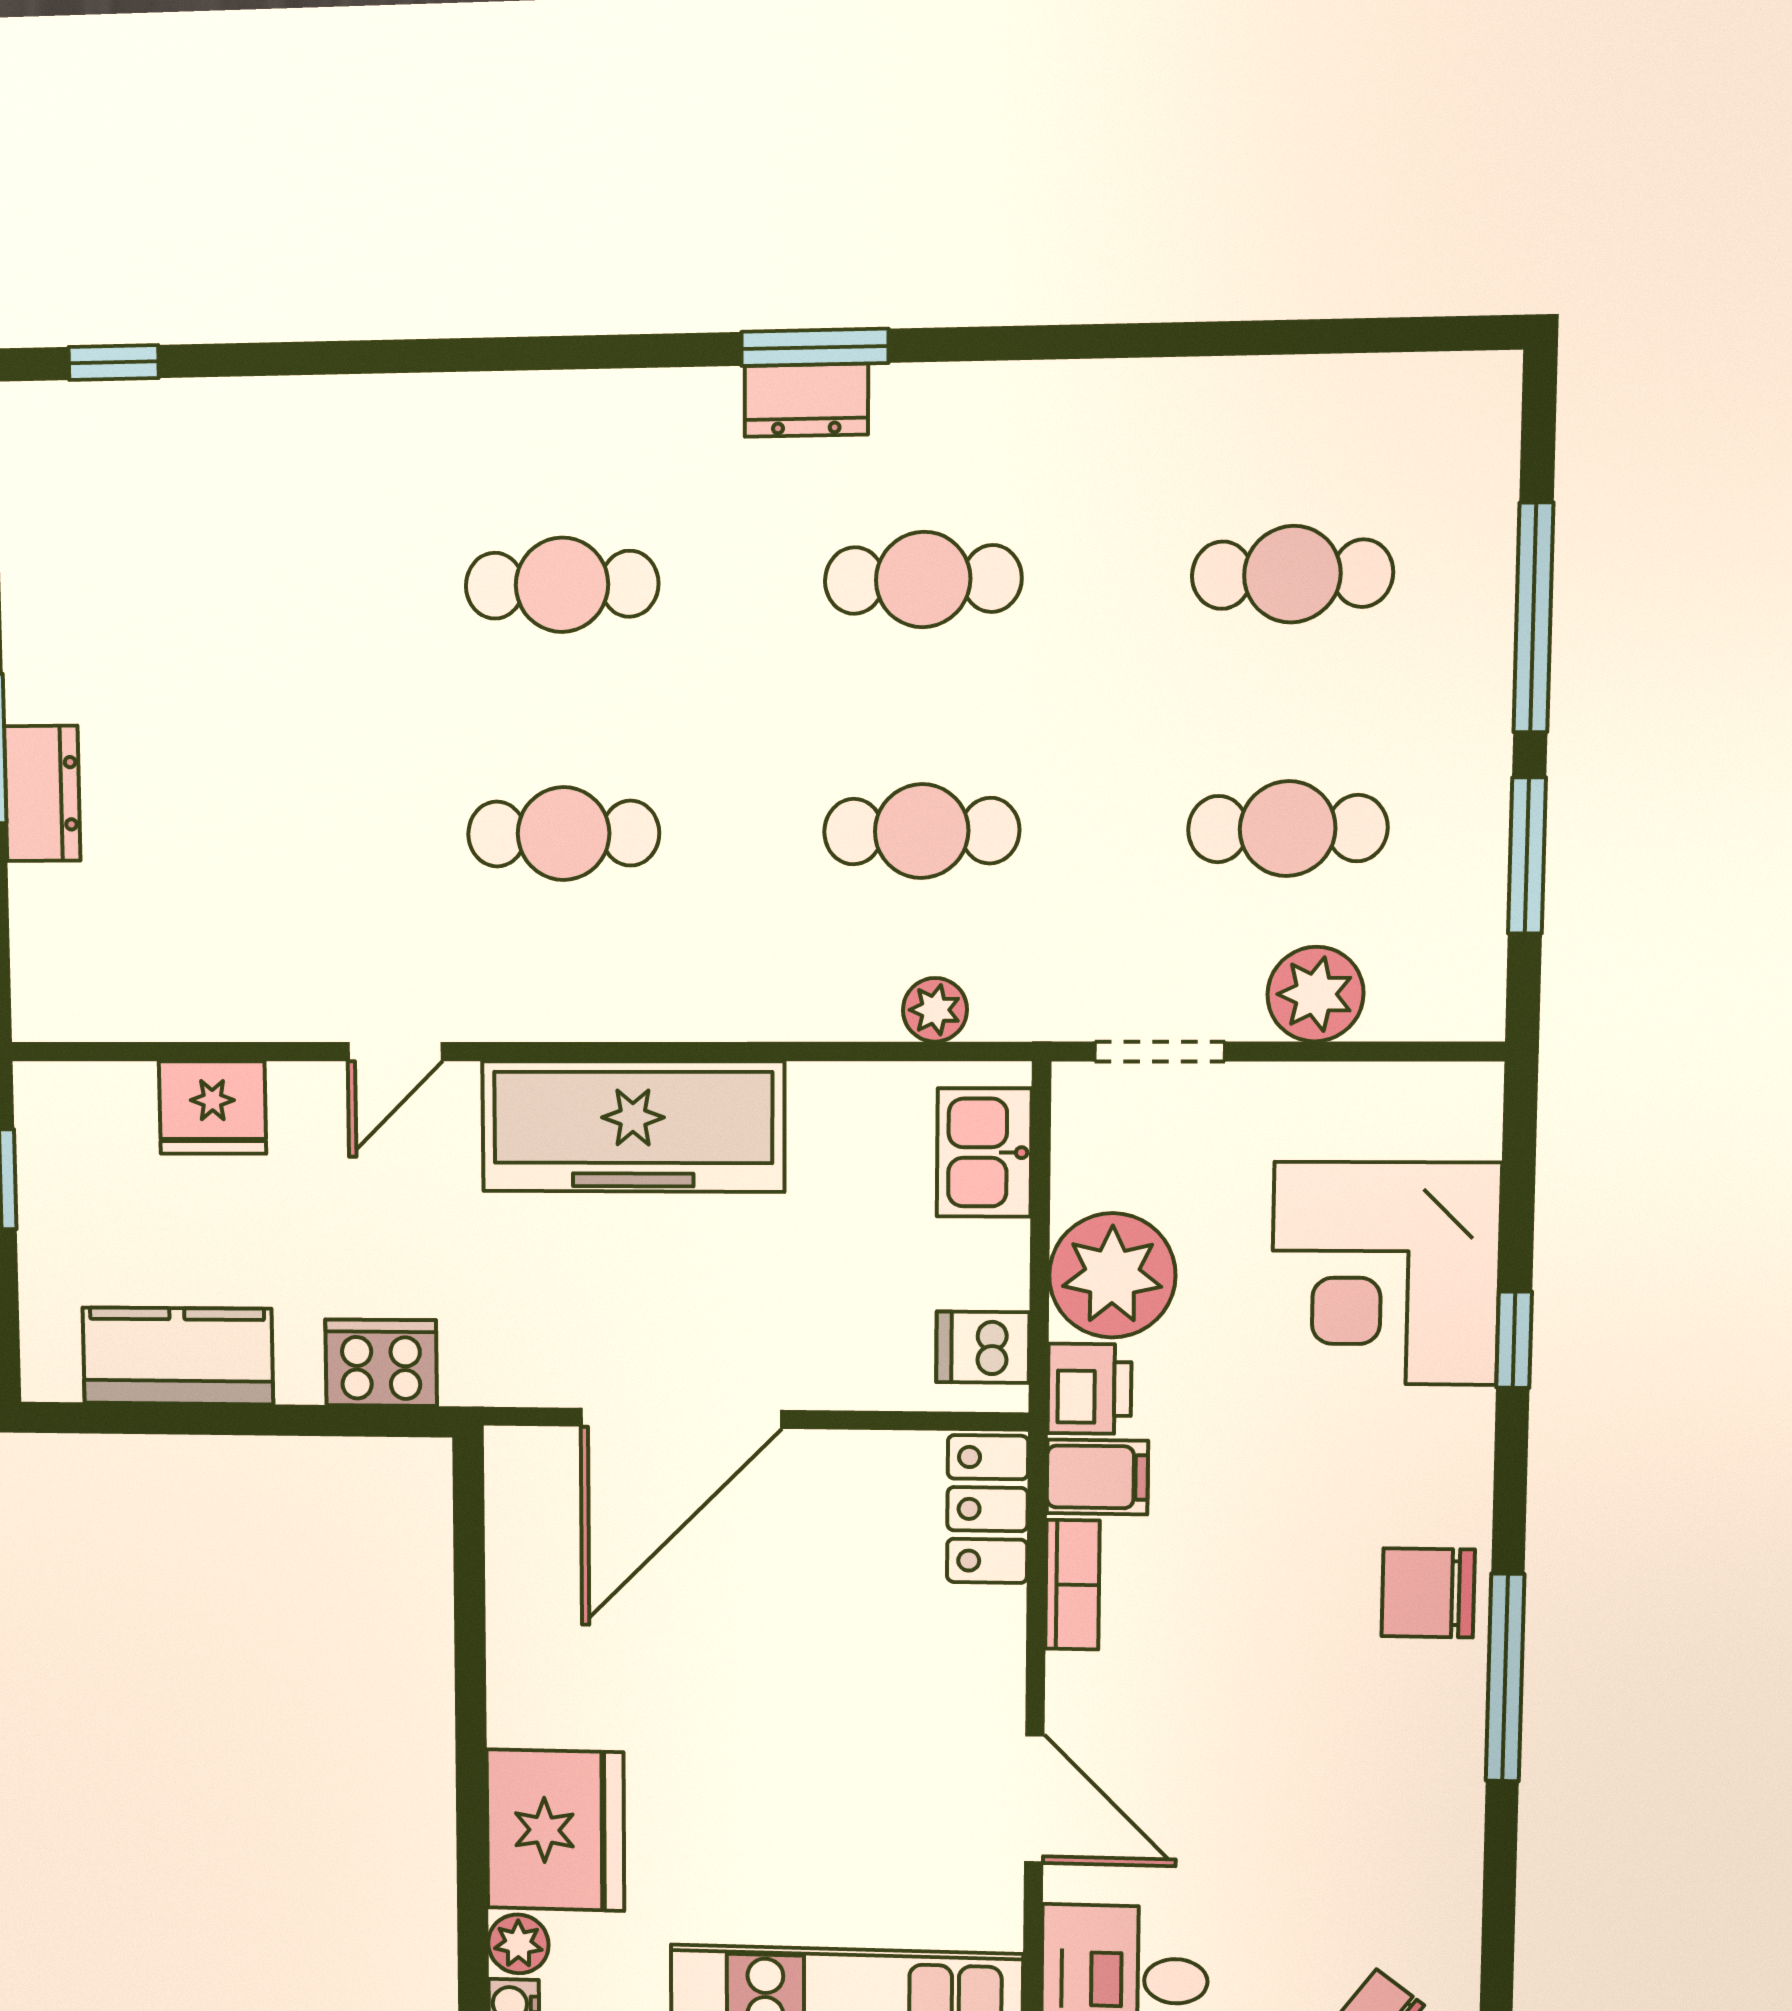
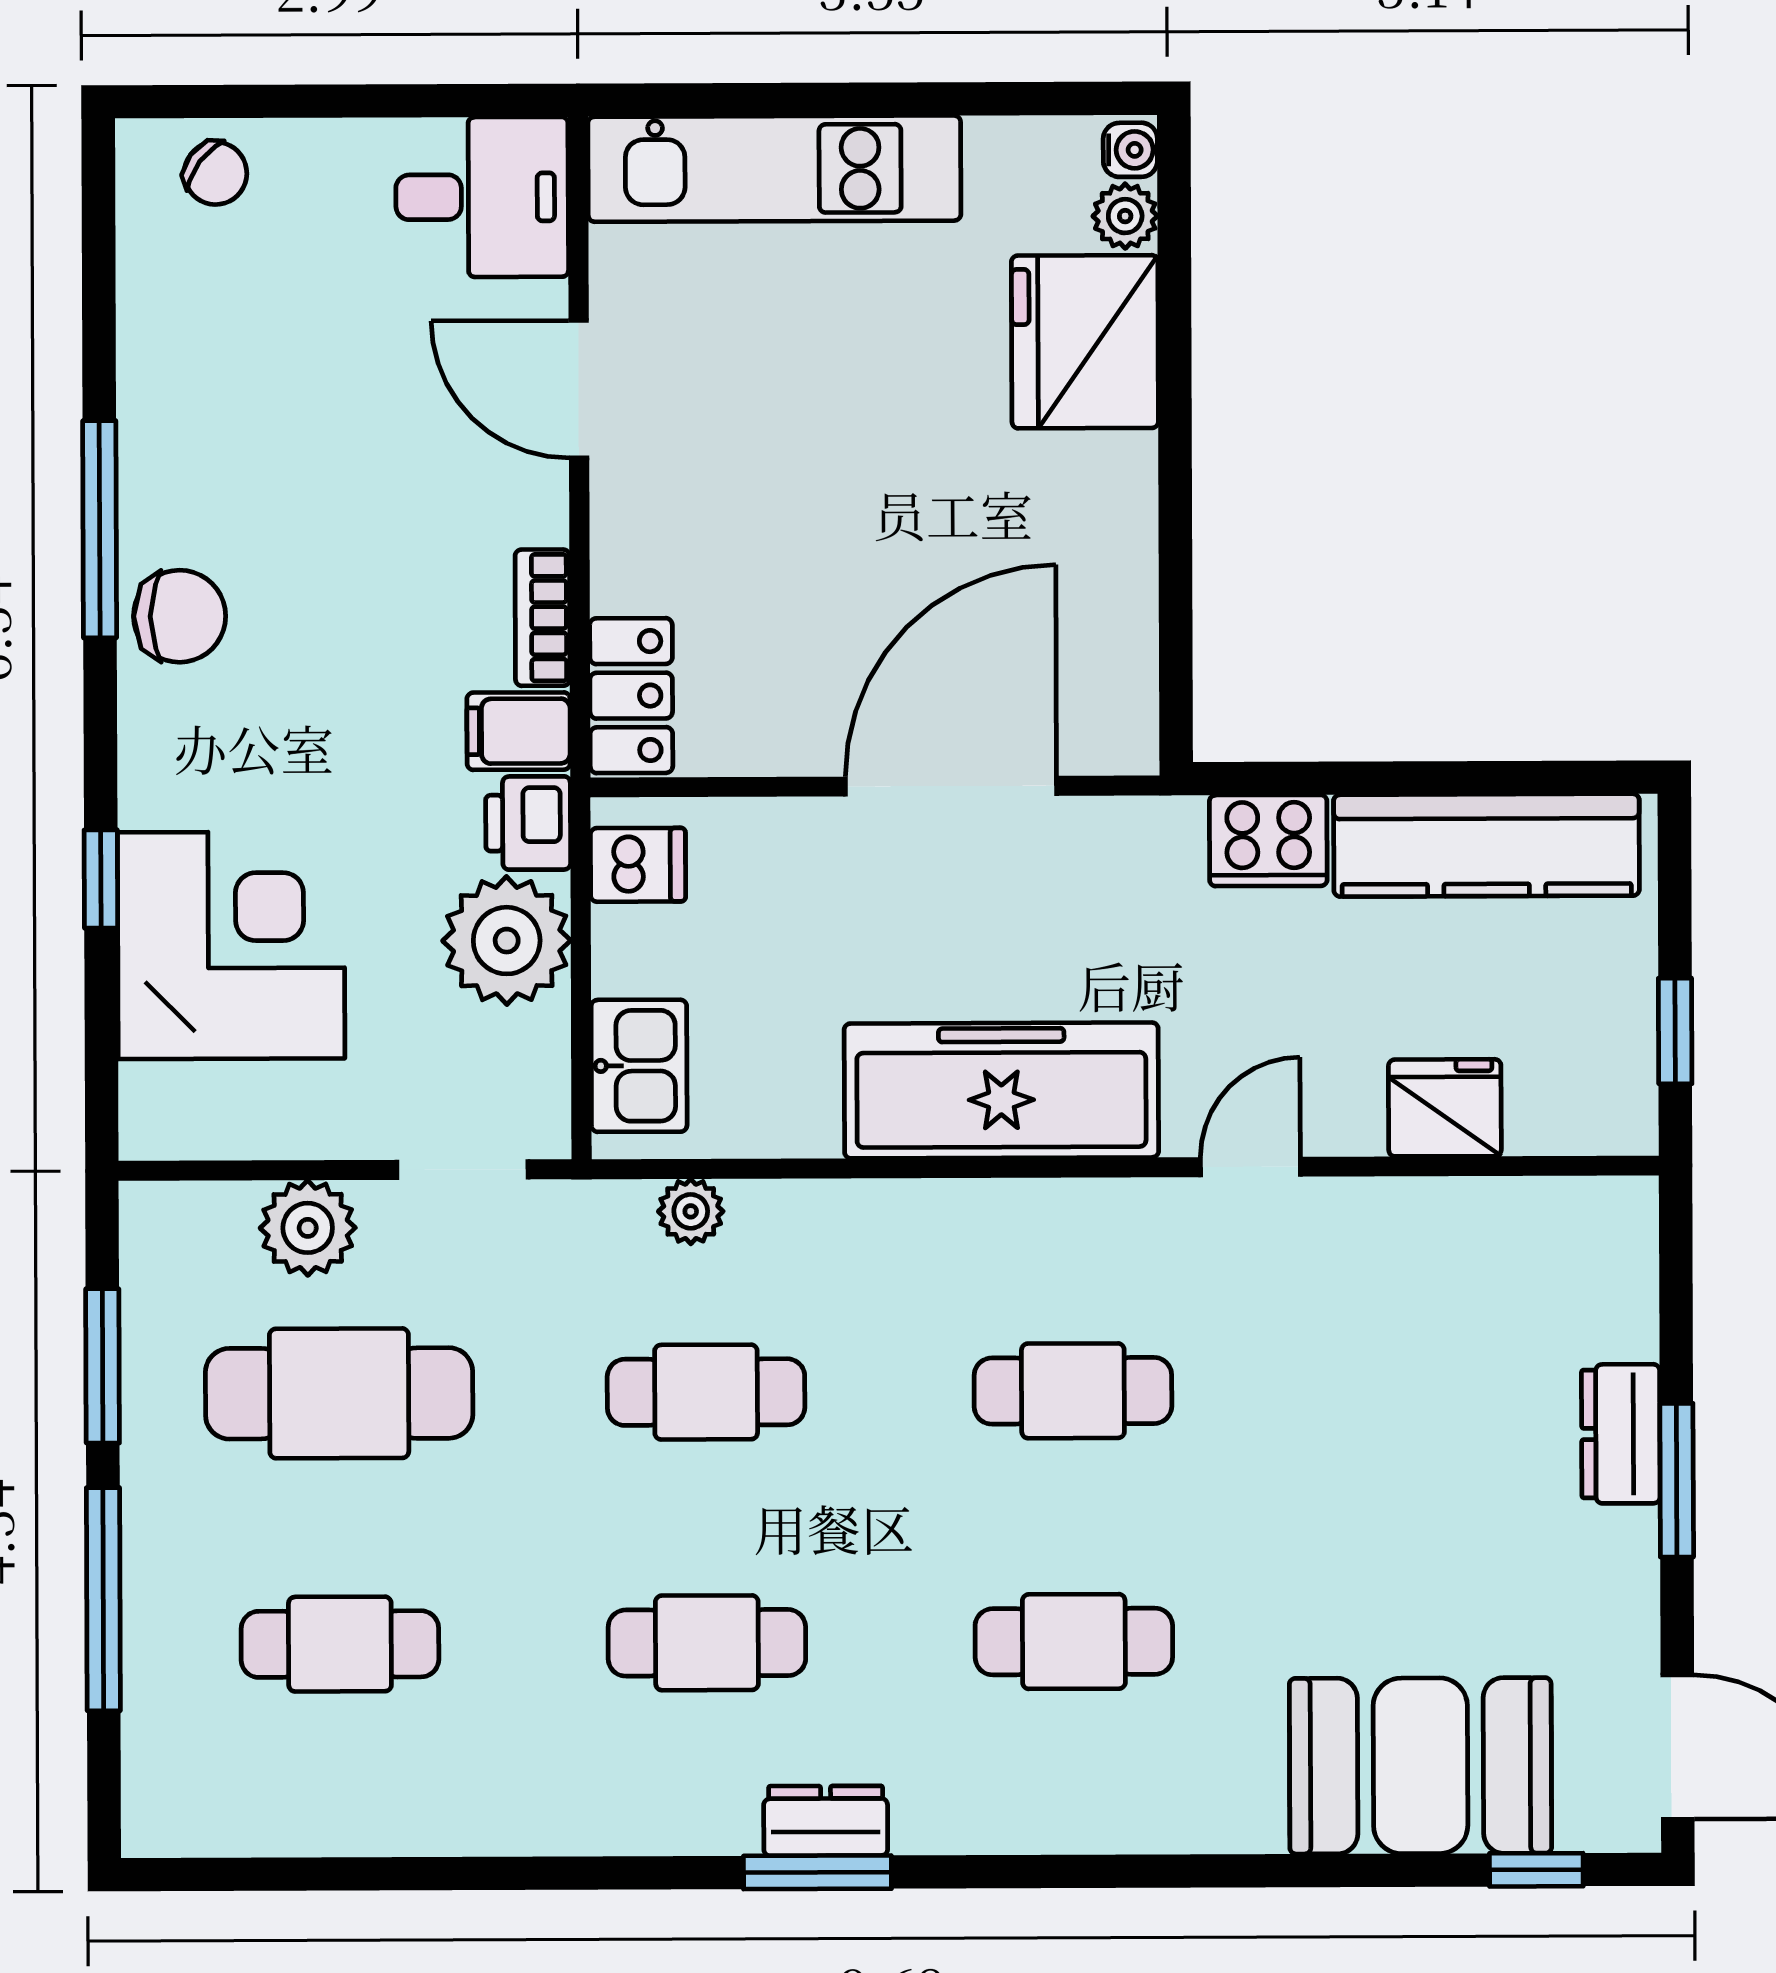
booth: (226, 465) -> (1420, 1766), added
cafe table: (1288, 829) -> (339, 1393), width x1.37, depth x1.35
kitchen counter: (178, 1356) -> (1487, 845), width x1.50

